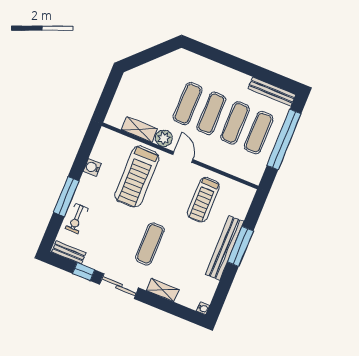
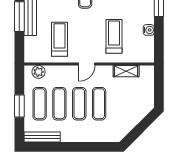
plant: (164, 138) -> (39, 72), moved
window: (284, 140) -> (19, 106), width x0.47
door: (183, 157) -> (87, 64), hinge flipped
treadmill: (137, 177) -> (114, 36), width x0.73, depth x0.73

